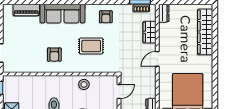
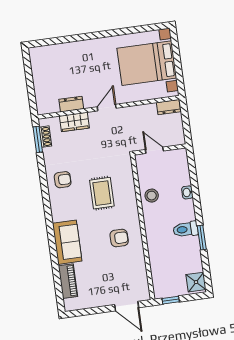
dresser: (164, 13) -> (71, 104), moved
sofa: (63, 14) -> (67, 242), width x0.73
wardrobe: (205, 32) -> (64, 52), removed
door: (157, 59) -> (107, 108), swing flipped

